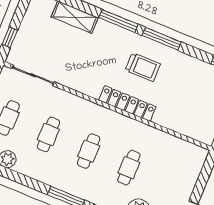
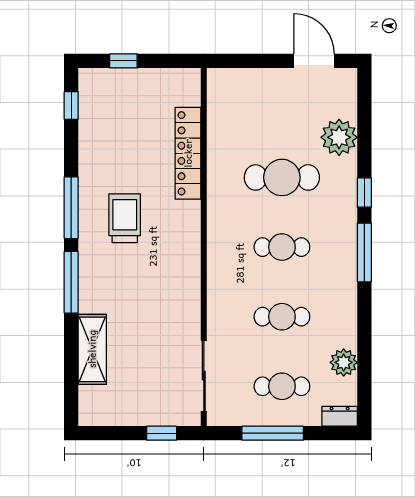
locker: (127, 104) -> (188, 153), moved
cafe table: (129, 168) -> (282, 177), width x1.37, depth x1.35

